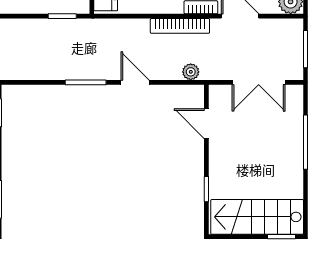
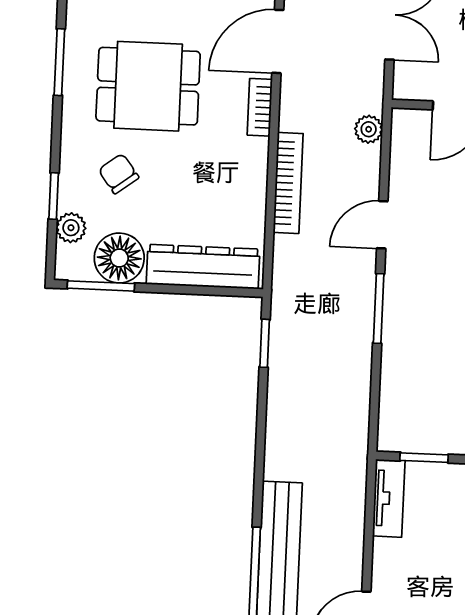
bookcase: (180, 26) -> (288, 183), moved

